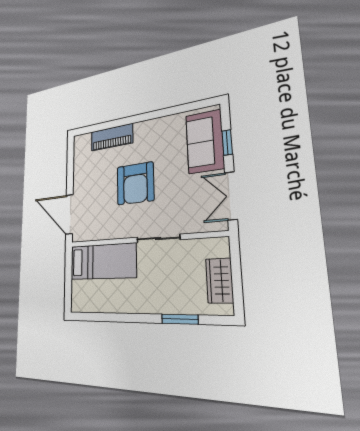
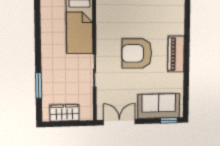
piano: (112, 137) -> (176, 54), moved
window: (227, 142) -> (169, 120), moved

